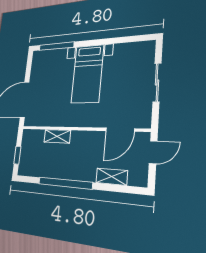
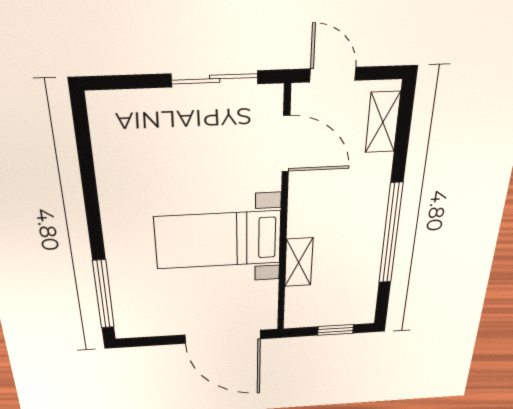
bed with nightstands: (87, 74) -> (218, 240), moved, turned 180
sliding door: (157, 82) -> (215, 79), moved
shelving: (112, 177) -> (383, 122), moved

